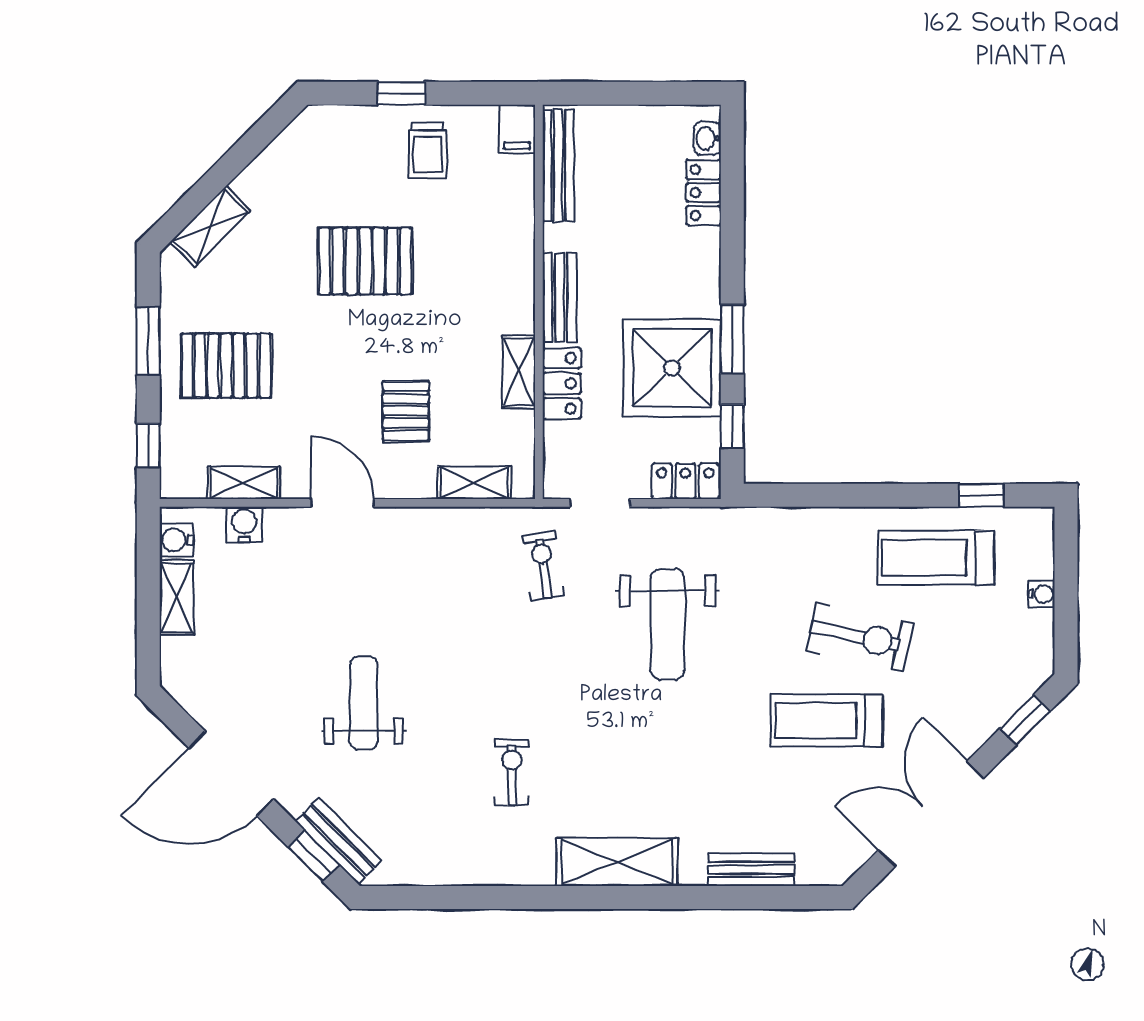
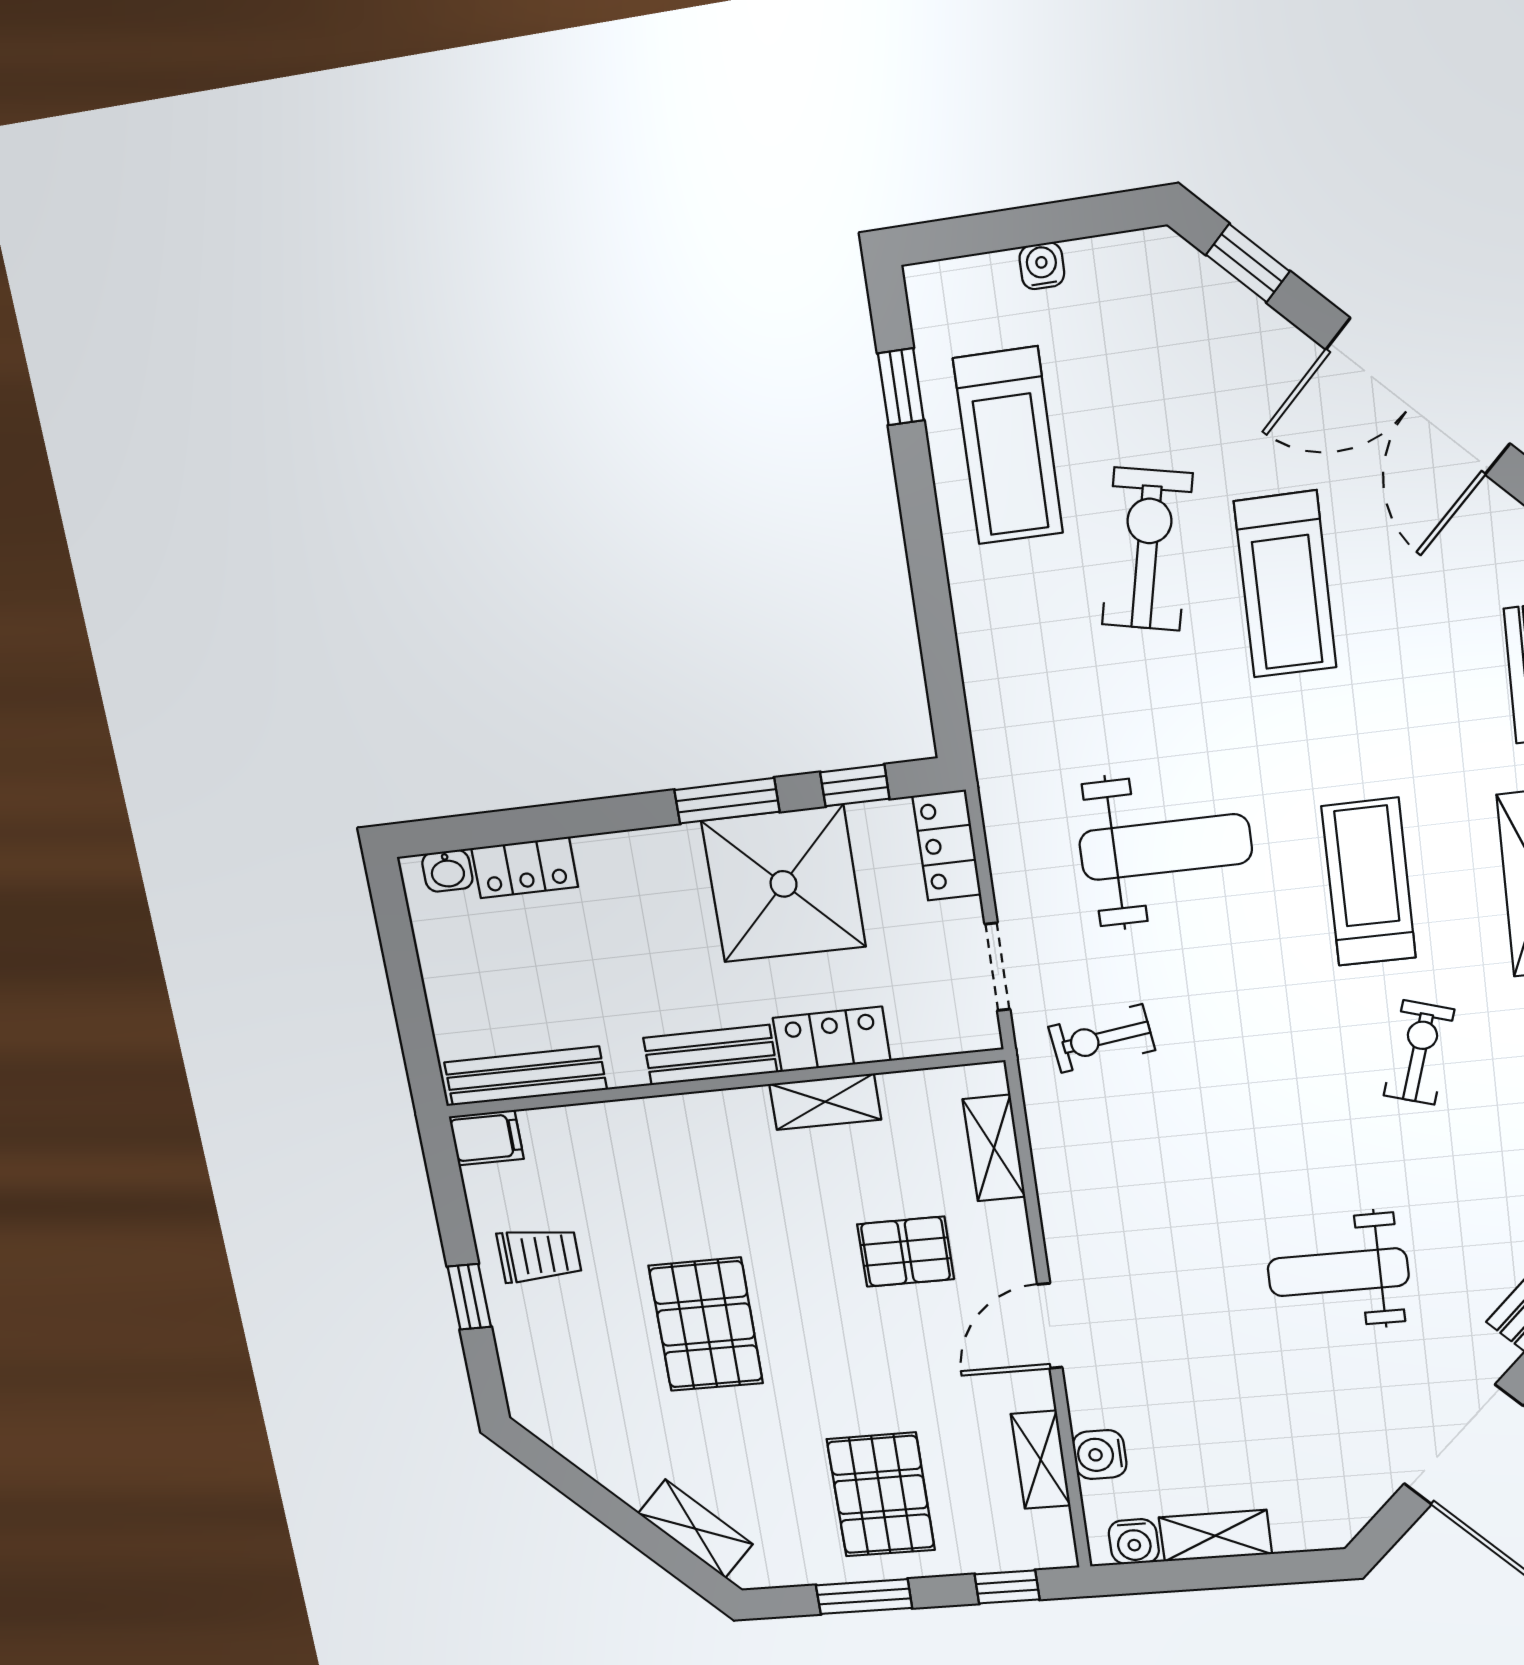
treadmill: (629, 752) -> (1369, 882), added
exercise bike: (512, 772) -> (1419, 1053), turned 107

